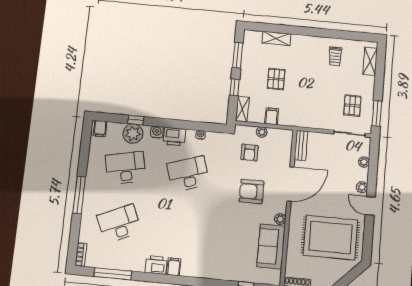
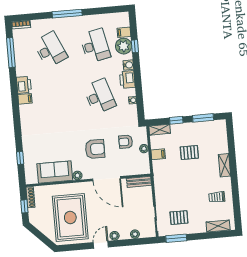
shelving: (276, 38) -> (225, 165), moved
filing cabinet: (100, 129) -> (124, 32), moved
armchair: (252, 192) -> (95, 149), turned 90

